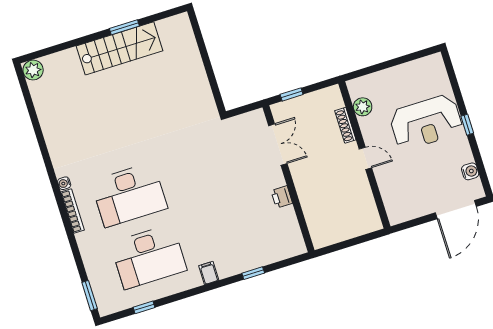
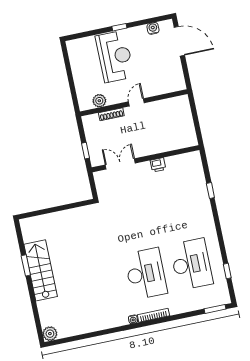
filing cabinet: (209, 273) -> (207, 222), removed

